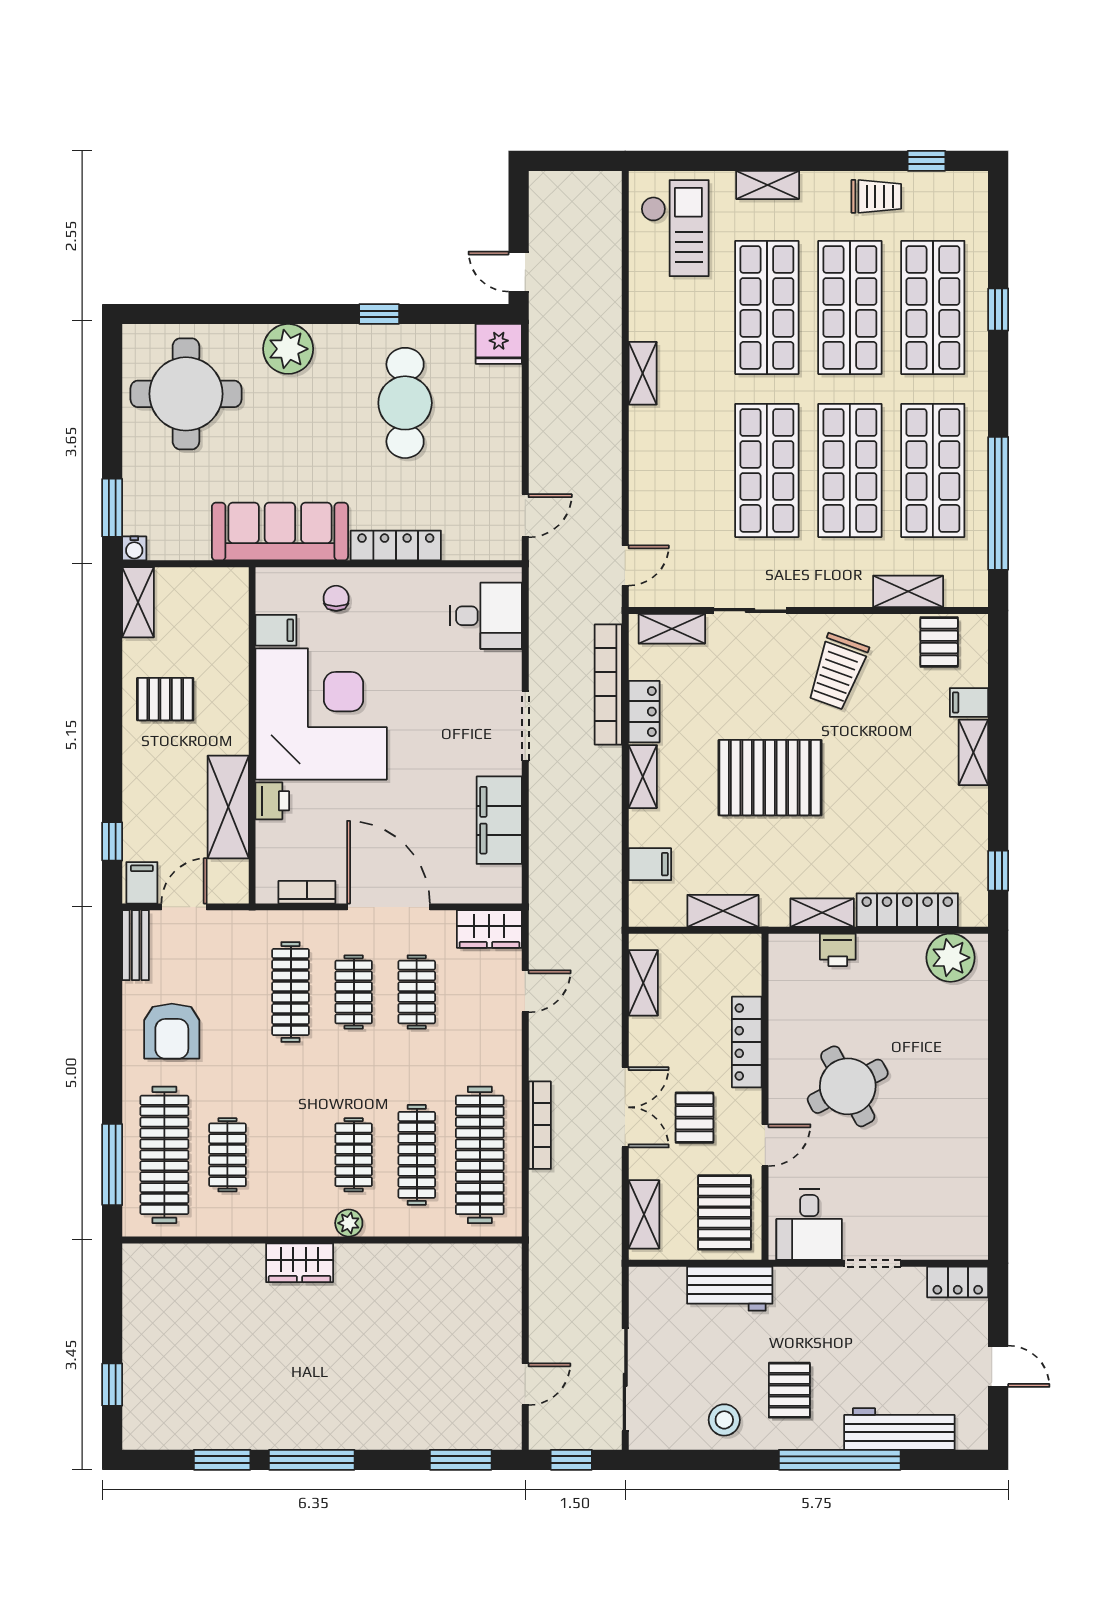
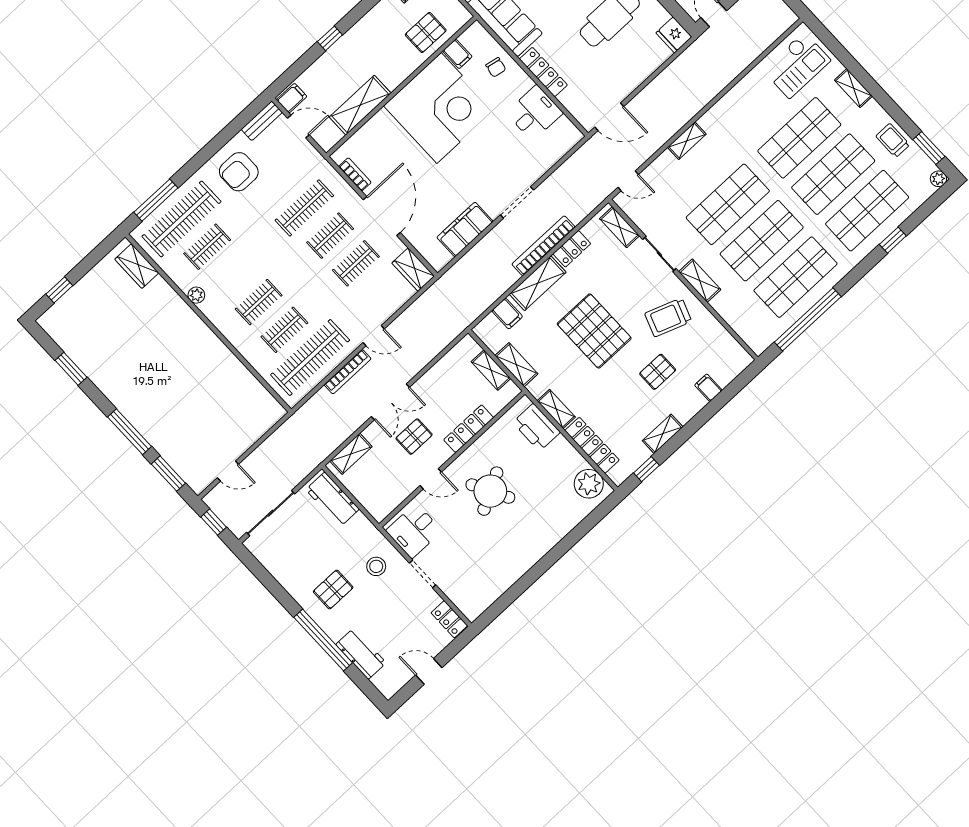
window: (926, 161) -> (929, 148), width x1.50
plant: (975, 184) -> (938, 179), added
trolley: (876, 196) -> (893, 140), turned 180
shelving: (643, 373) -> (687, 141), moved
door: (525, 516) -> (609, 117), width x1.38
shelving: (908, 591) -> (700, 281), moved
chair: (336, 598) -> (496, 67), turned 101
desk: (486, 616) -> (535, 113), moved, turned -90
pallet: (939, 642) -> (658, 372), moved
bookcase: (608, 684) -> (543, 246), moved
pallet: (165, 699) -> (426, 33), moved, turned 90
shelving: (973, 752) -> (663, 434), moved
shelving: (643, 777) -> (538, 283), width x1.50, depth x1.33
printer: (272, 801) -> (381, 122), removed
window: (112, 841) -> (330, 38), moved
printer: (838, 950) -> (536, 427), width x1.87, depth x1.48
shelving: (643, 983) -> (491, 370), moved, turned 90
door: (525, 991) -> (374, 336), moved
clothes rail: (417, 1155) -> (284, 330), width x0.73
pallet: (724, 1212) -> (385, 488), removed
plant: (349, 1223) -> (196, 295), moved
wardrobe: (300, 1263) -> (137, 266), moved
workbench: (730, 1289) -> (332, 499), moved
door: (998, 1366) -> (429, 671), swing flipped
stool: (724, 1420) -> (376, 566), moved
workbench: (899, 1429) -> (361, 654), width x0.73
window: (312, 1460) -> (130, 432), moved

